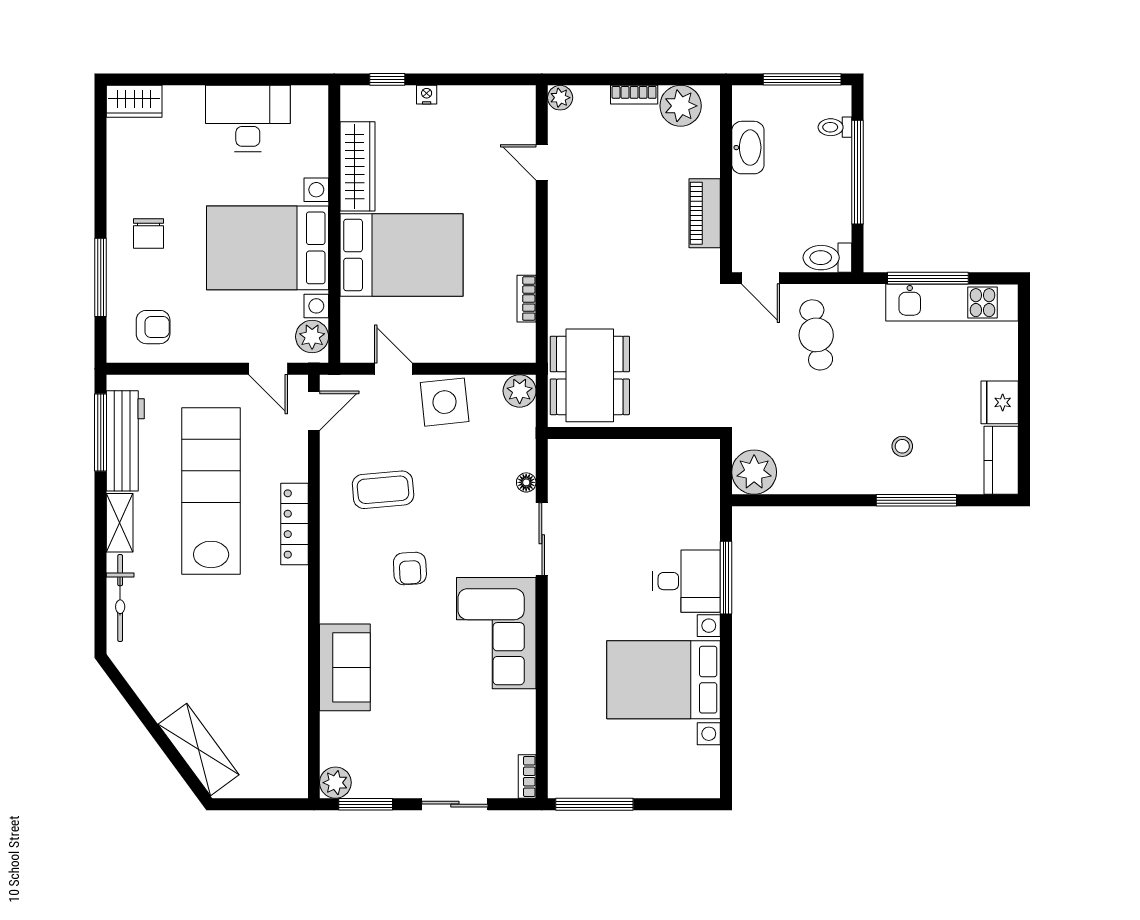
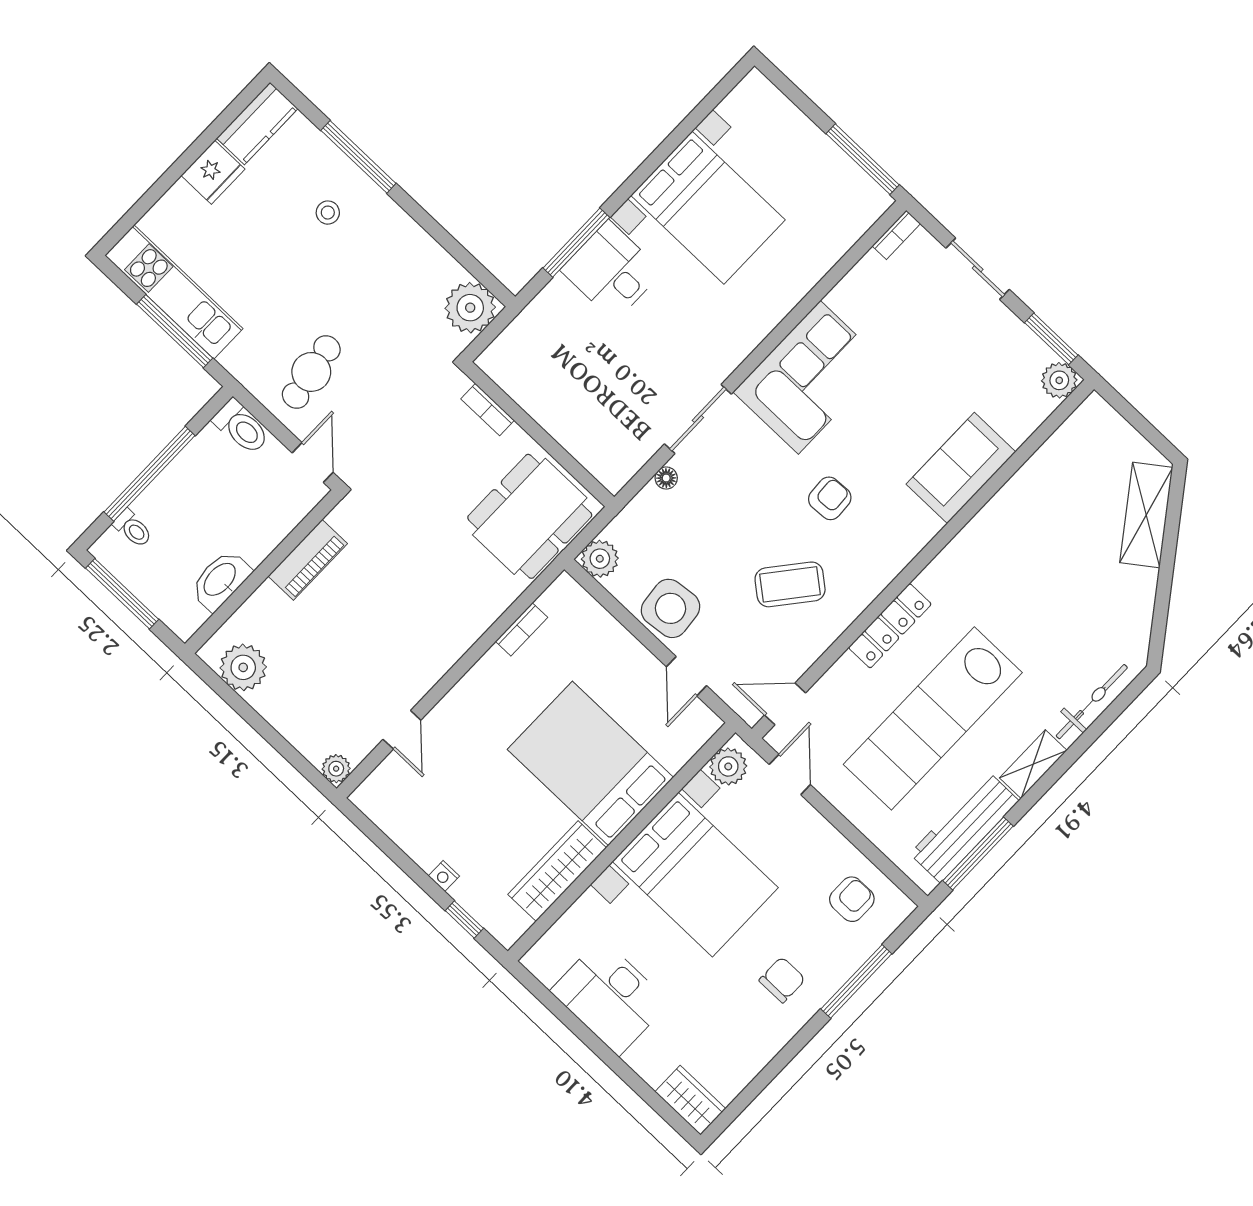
bookcase: (634, 95) -> (487, 410), moved, turned 180
armchair: (153, 327) -> (852, 899), turned 90
coffee table: (383, 490) -> (790, 584), turned -46

